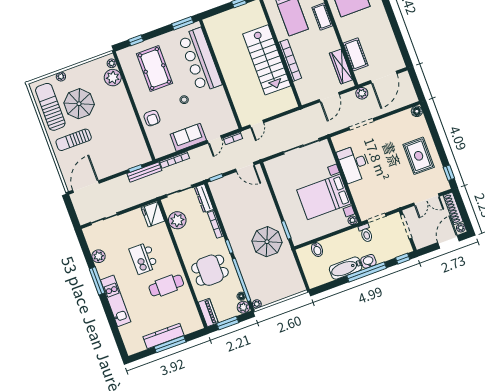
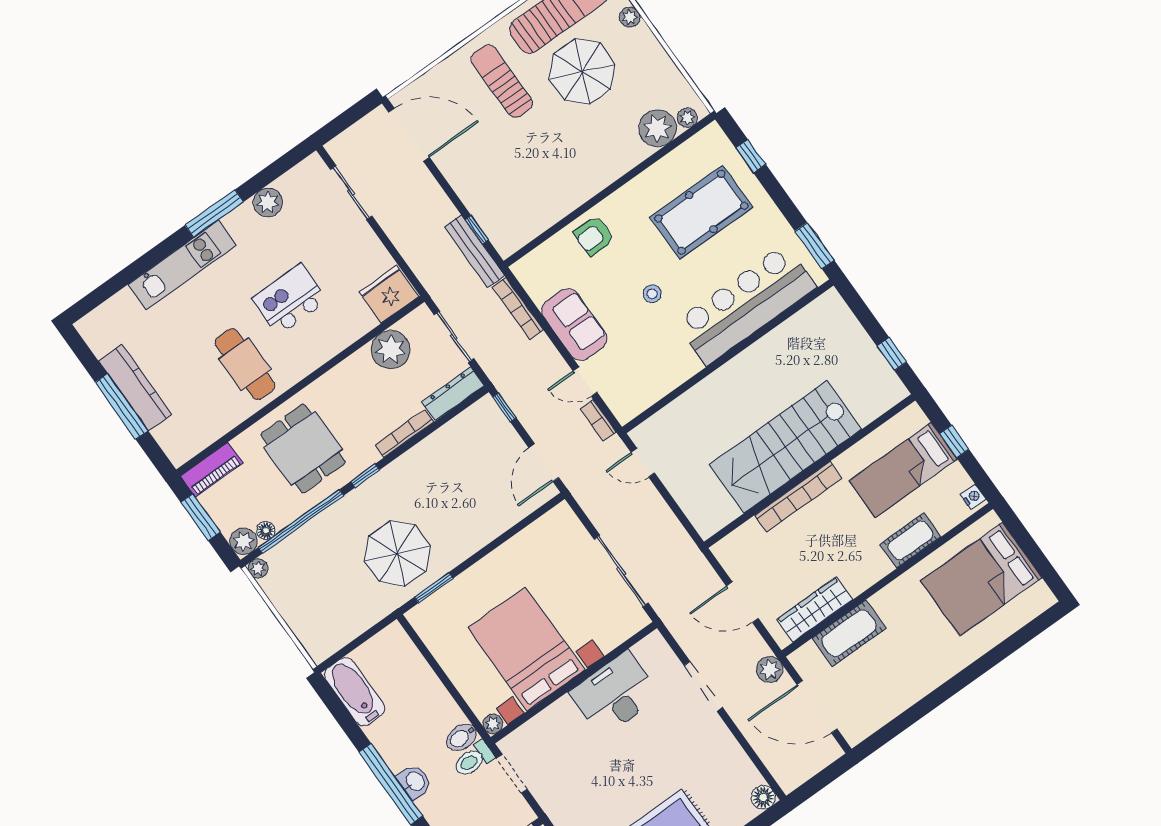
bidet: (317, 250) -> (461, 737), moved
bathtub: (346, 268) -> (355, 692), moved

